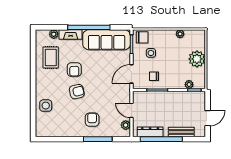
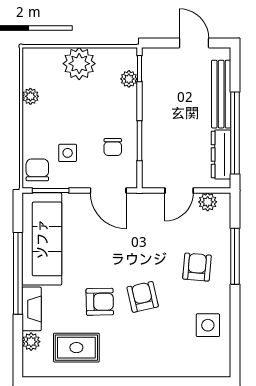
side table: (46, 106) -> (208, 325), moved
armchair: (92, 120) -> (197, 267), turned 95
bench: (181, 132) -> (221, 94), width x1.36

